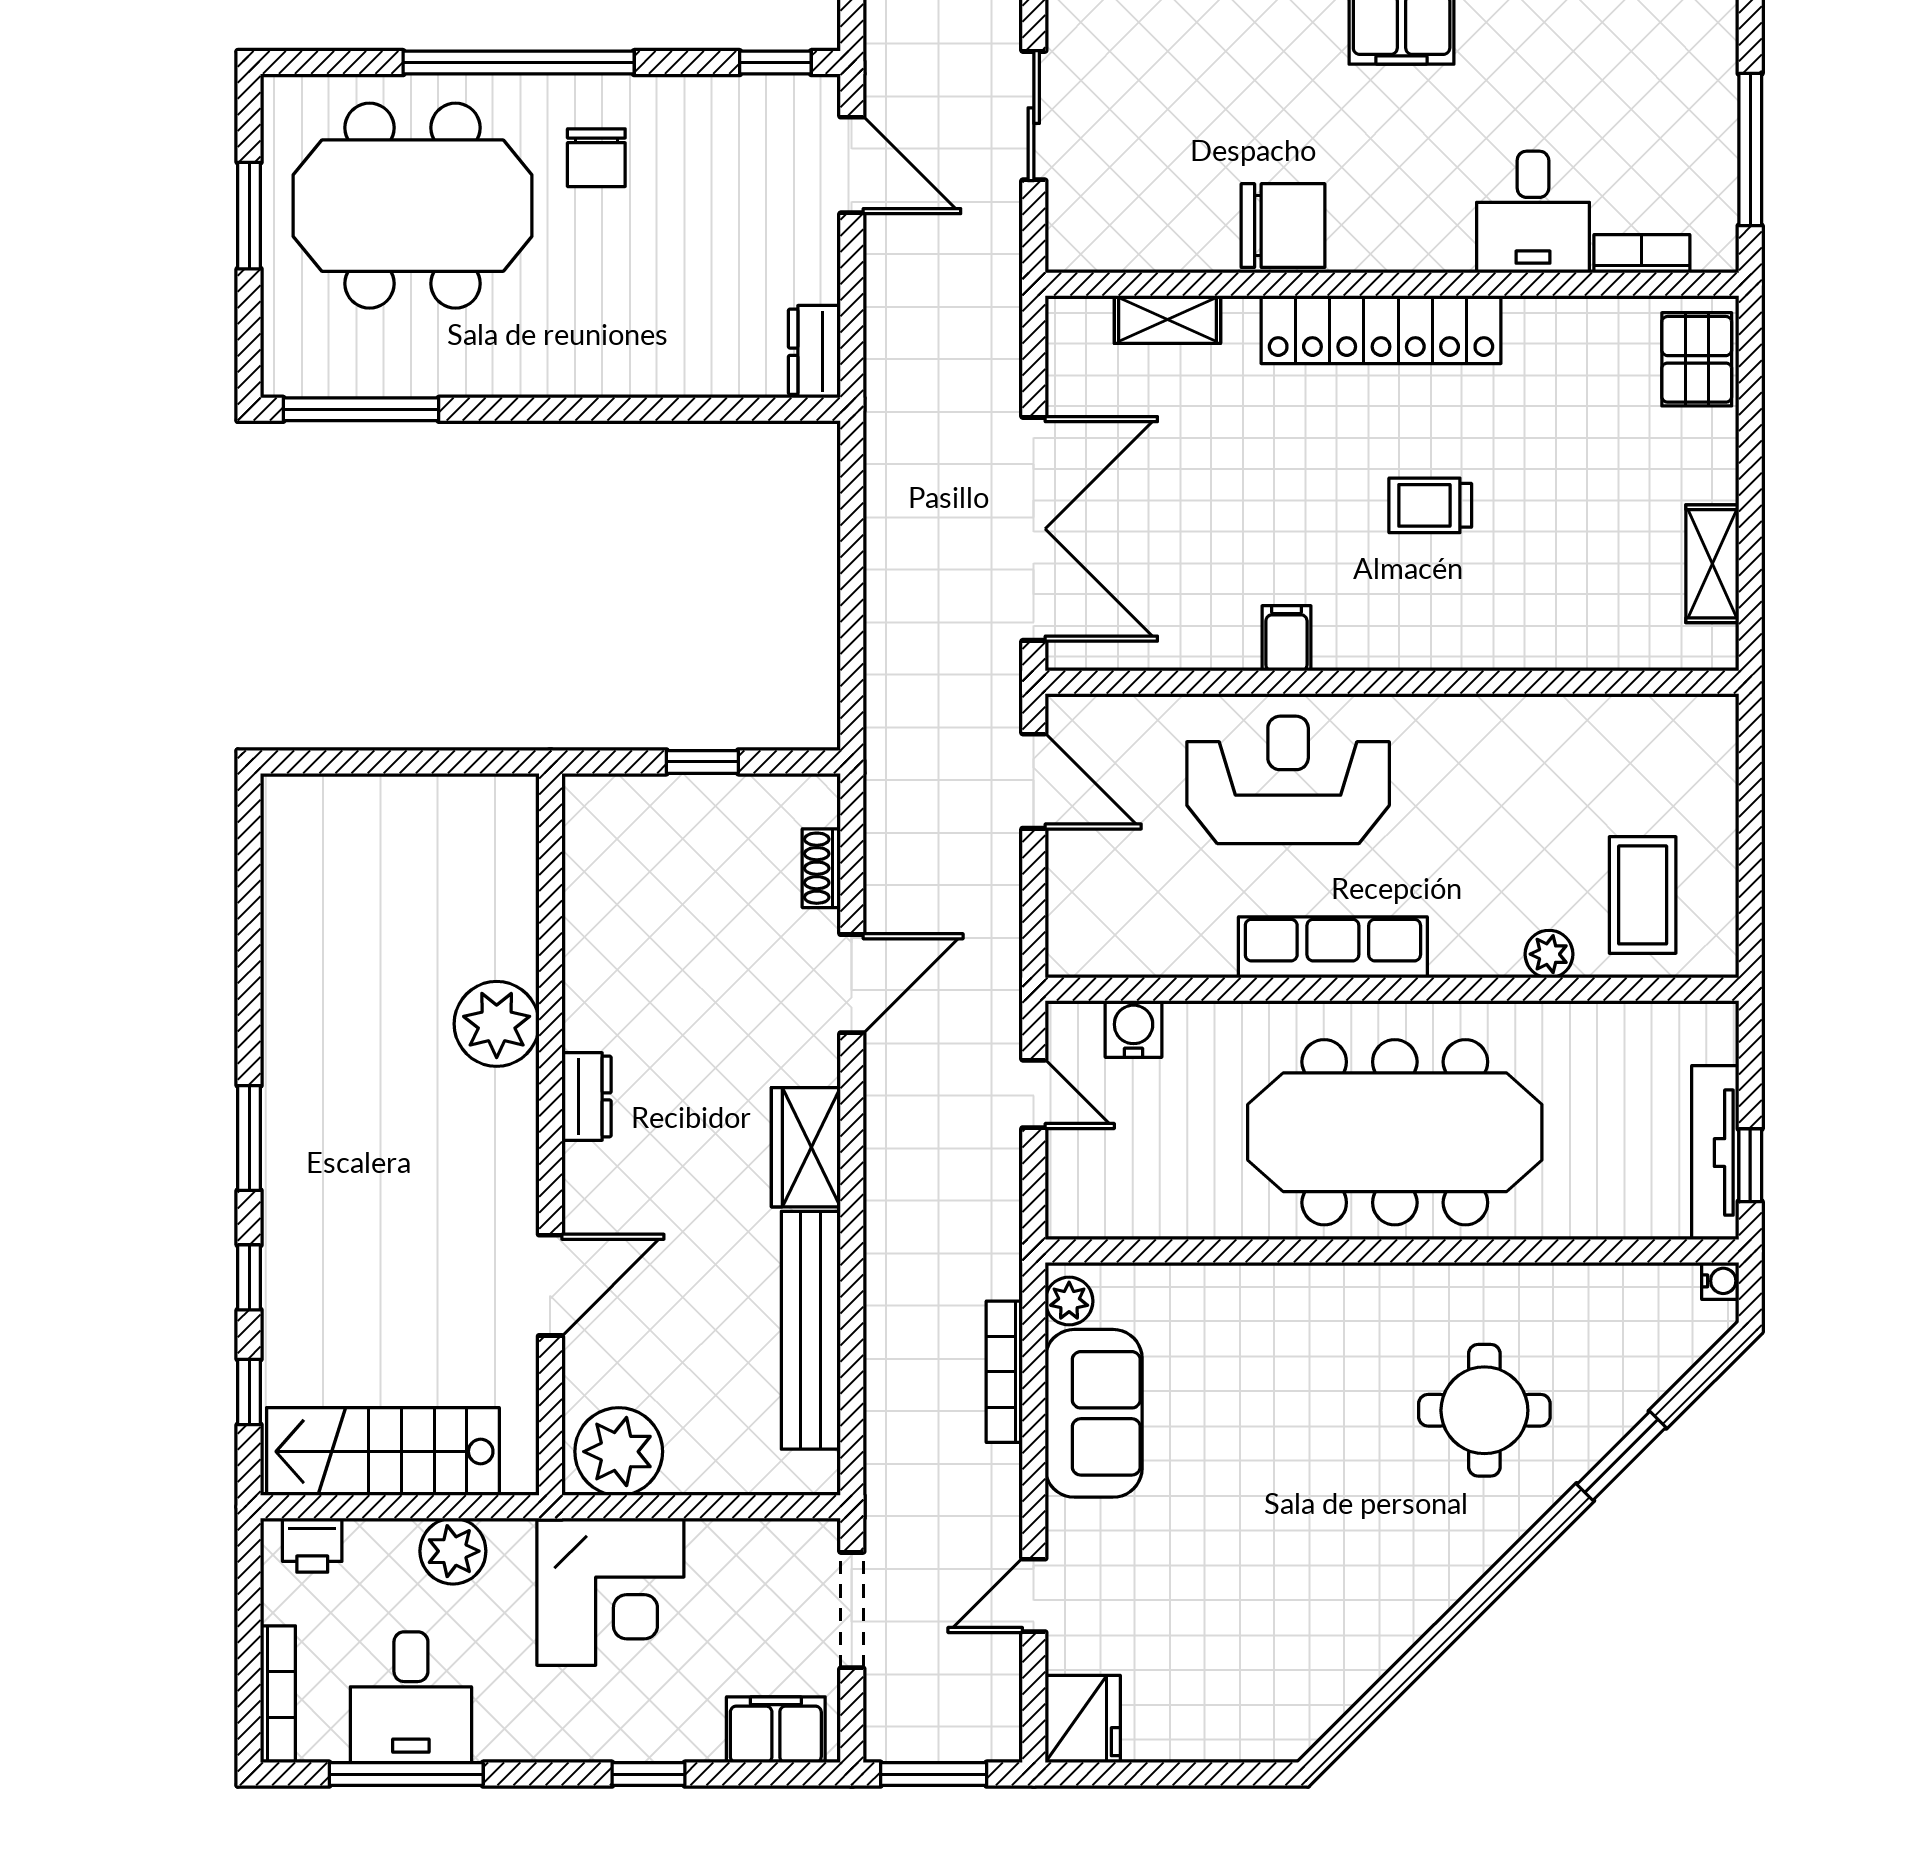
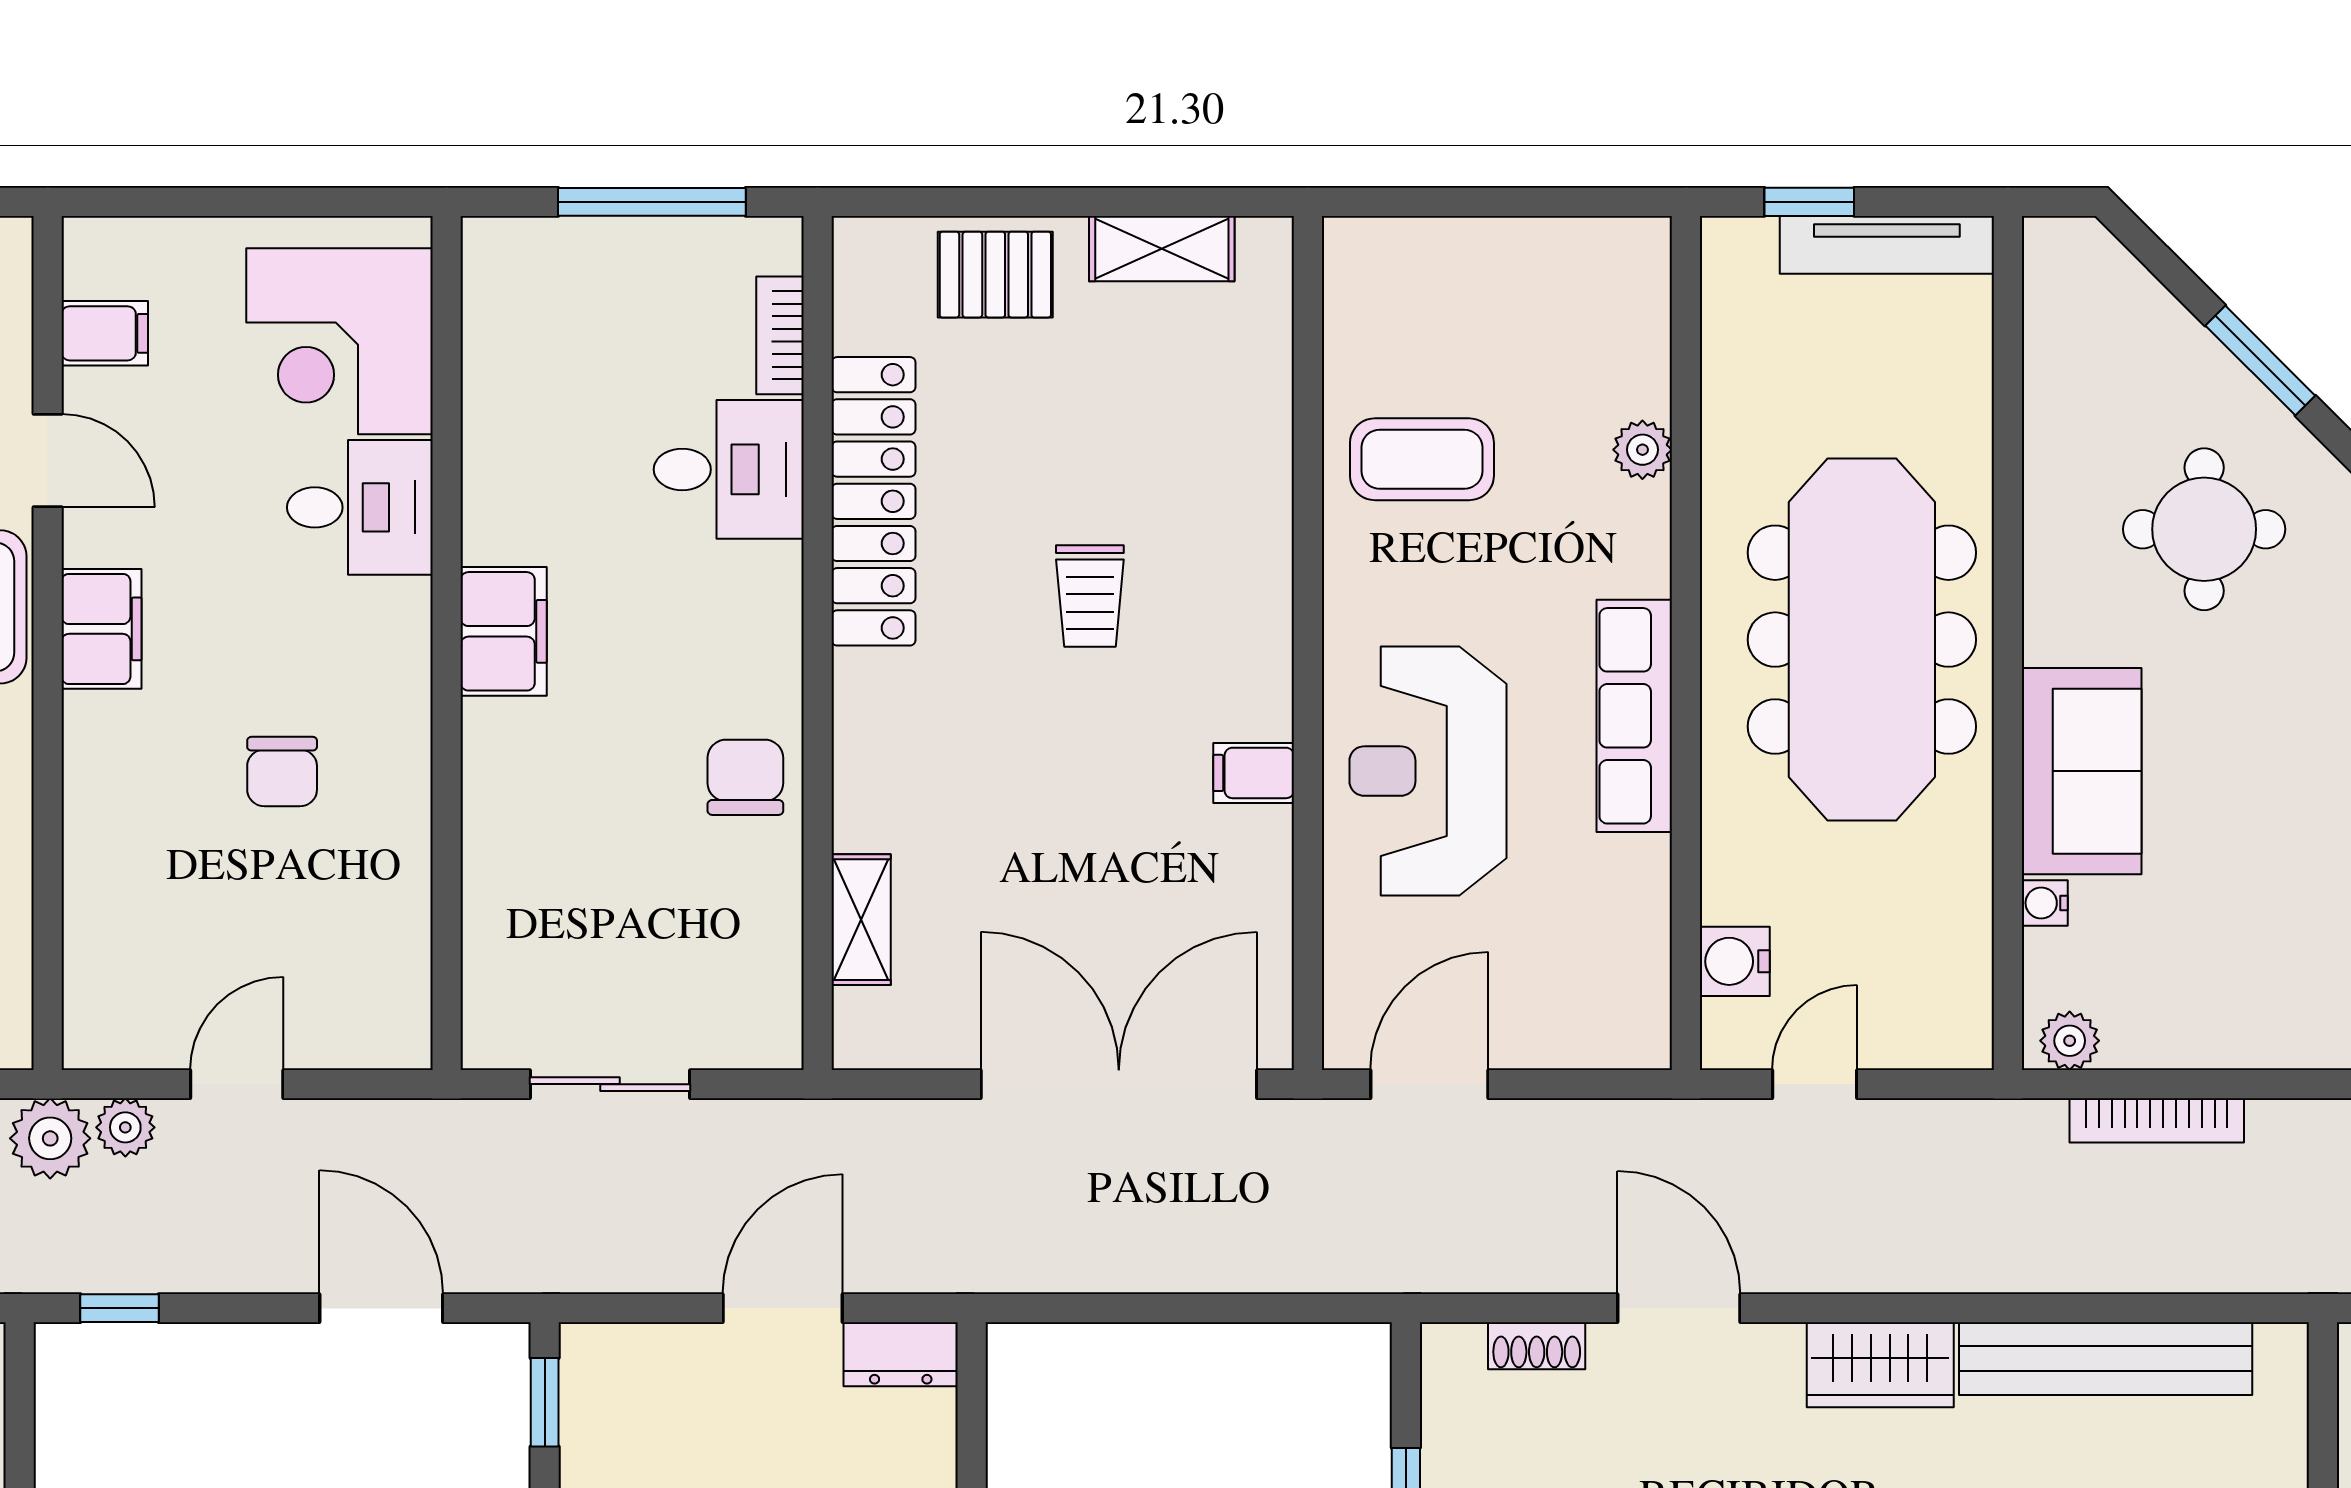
door: (852, 165) -> (783, 1308), moved
chair: (1283, 226) -> (745, 777), width x0.73, depth x0.73
locker: (1381, 330) -> (873, 501), moved
pallet: (1697, 359) -> (995, 275), moved
coffee table: (1643, 895) -> (1422, 459), moved
window: (1750, 1165) -> (1809, 202), moved
water cooler: (1720, 1281) -> (2045, 903), moved, turned -90
sofa: (1094, 1413) -> (2082, 771), moved, turned 90

